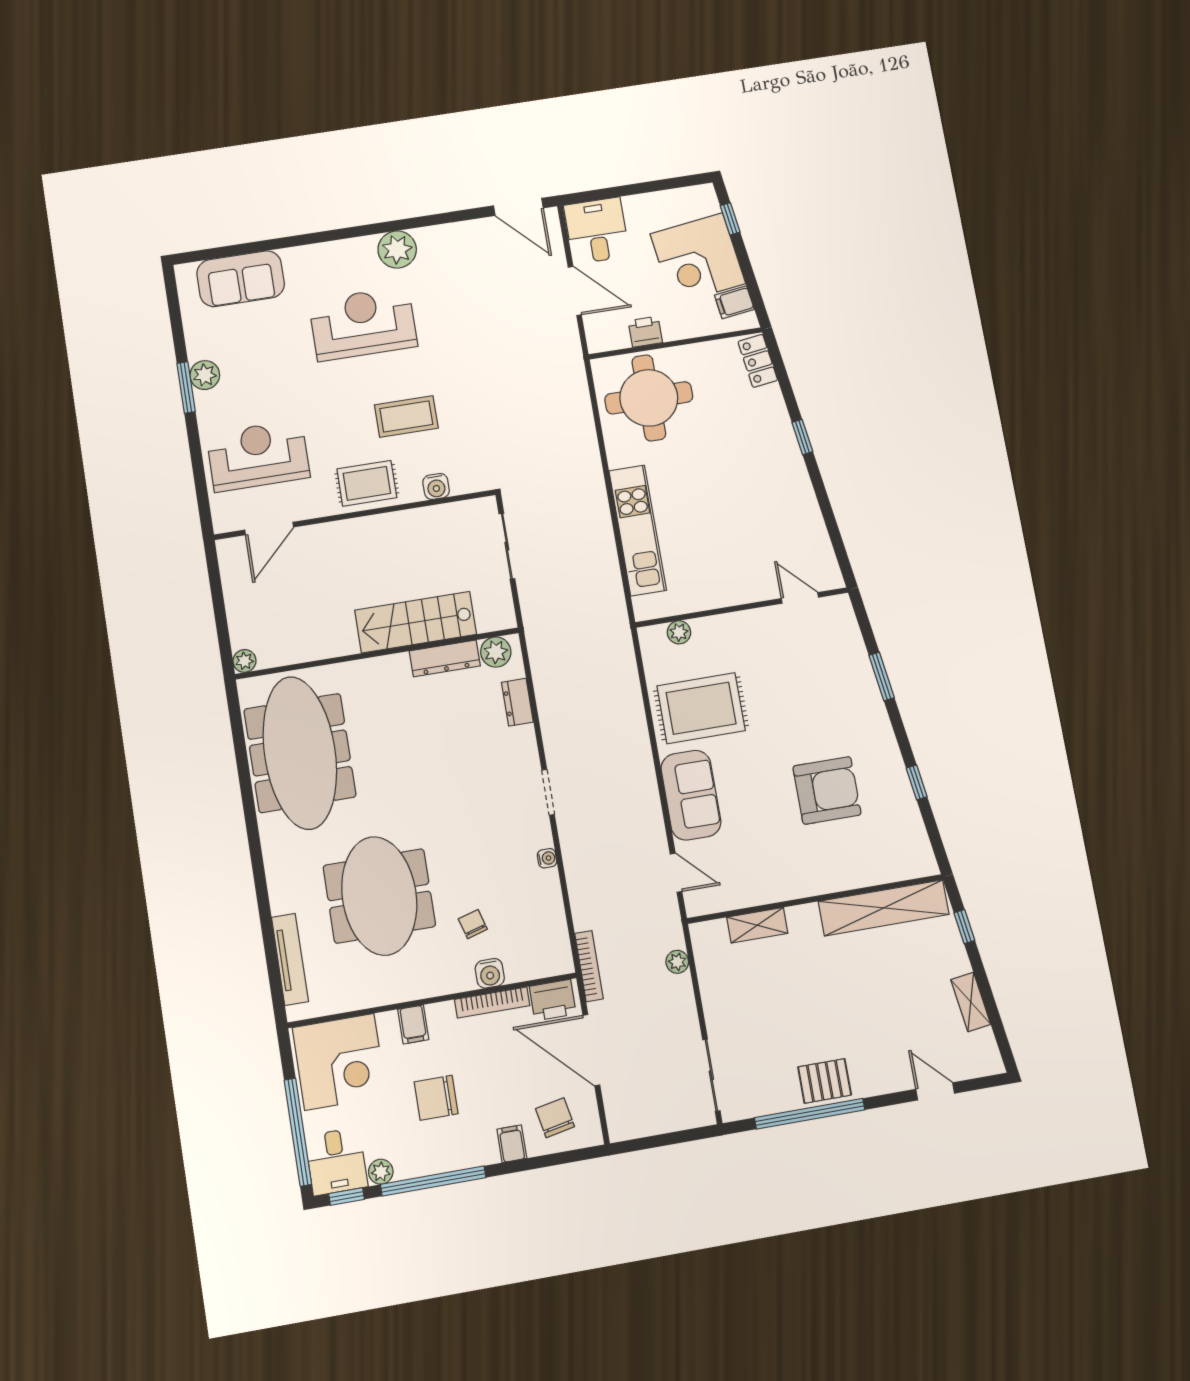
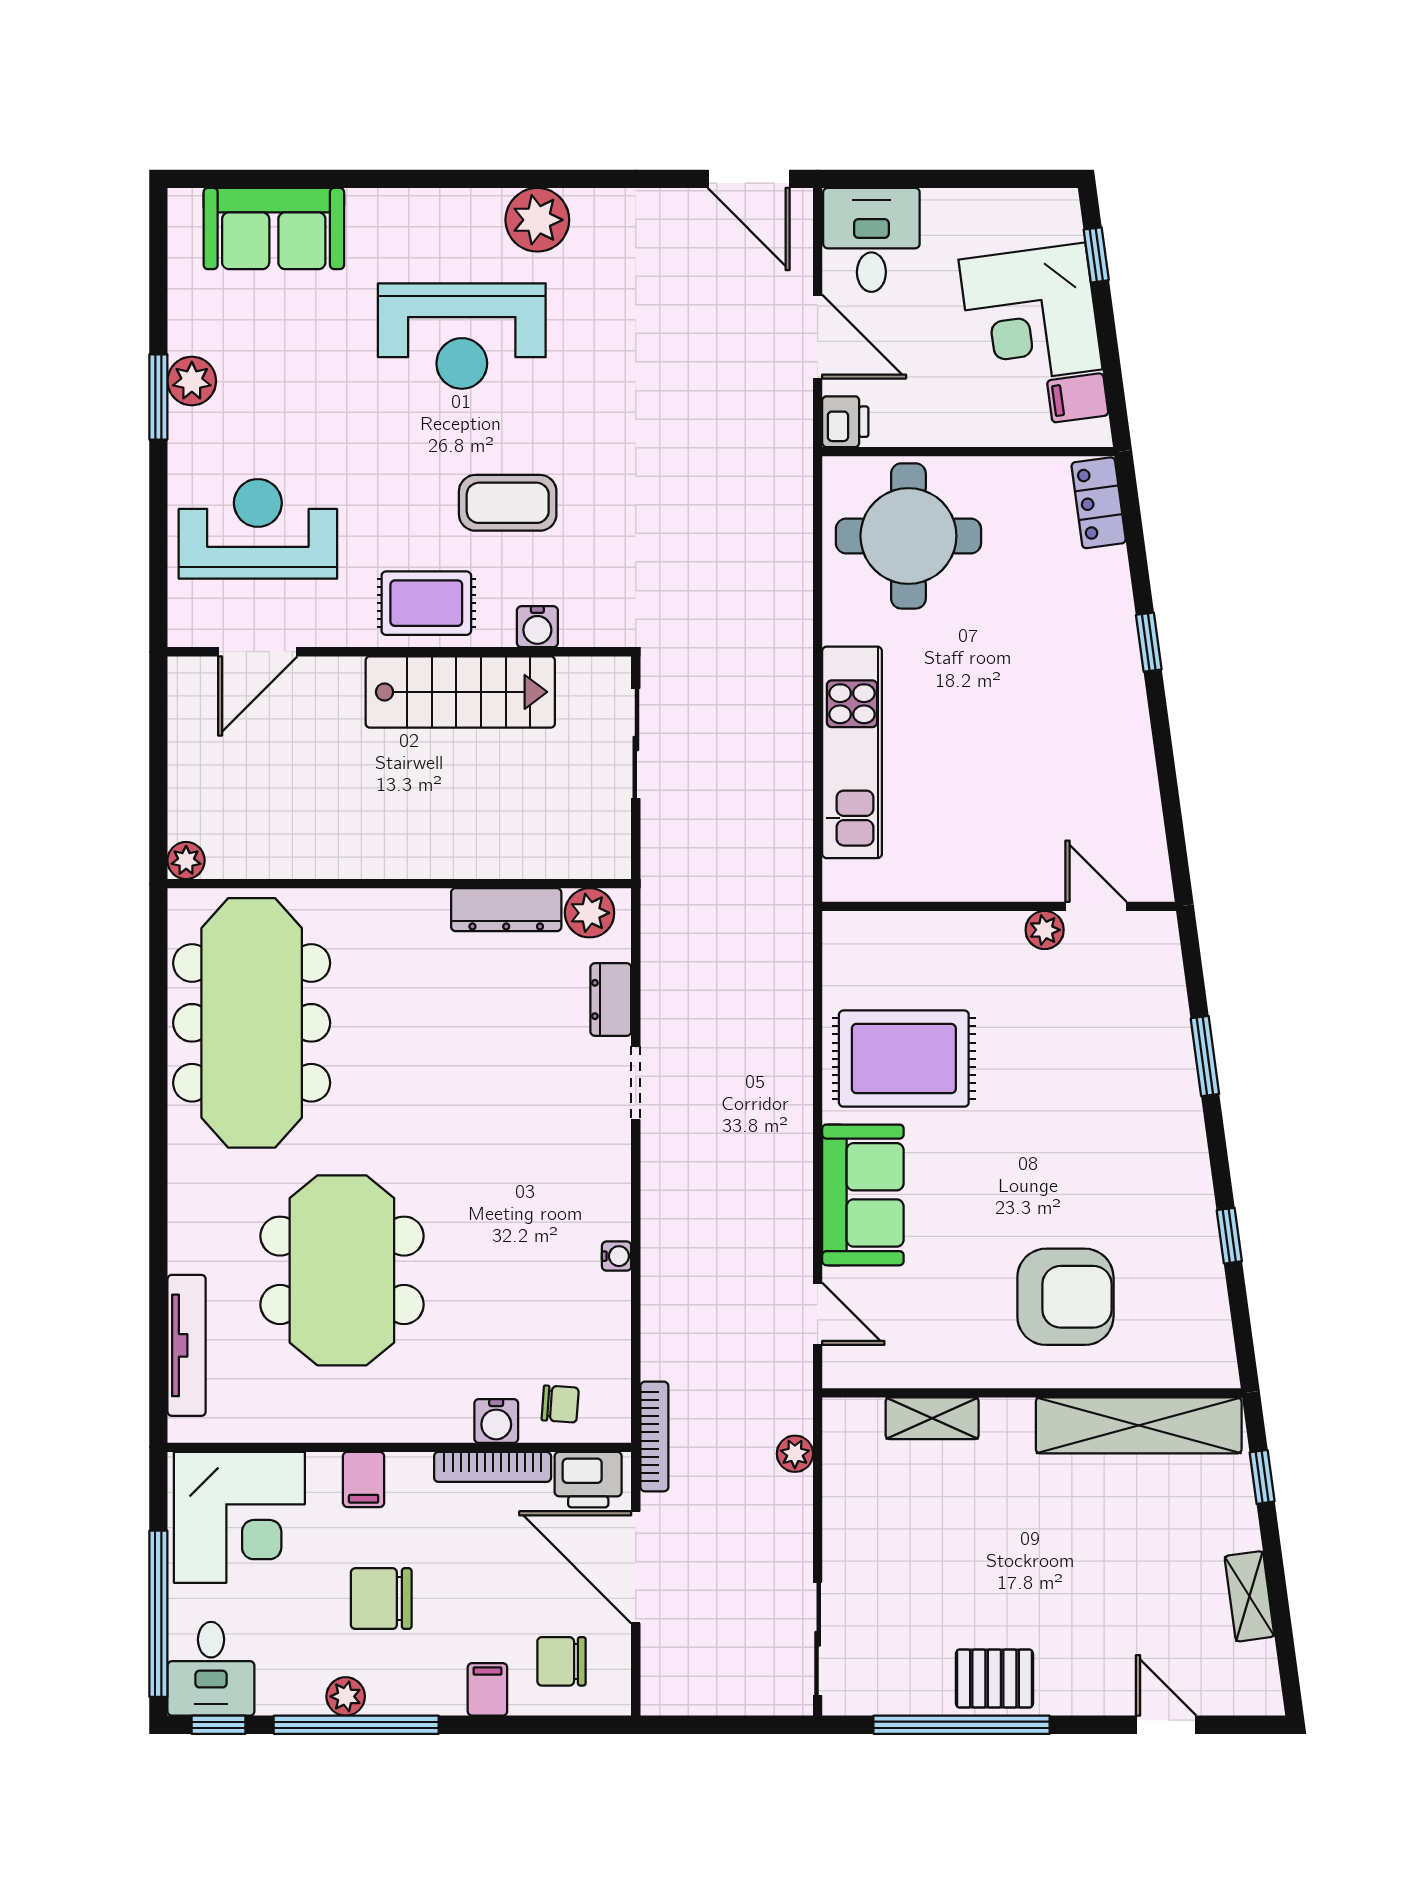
reception desk: (363, 324) -> (462, 336), turned 180
printer: (645, 332) -> (845, 422), moved, turned 90
stairs: (416, 622) -> (460, 692), moved, turned 180
plant: (679, 632) -> (1045, 930), moved
armchair: (827, 790) -> (1065, 1297), moved
doorway: (548, 792) -> (636, 1083), moved
chair: (473, 924) -> (560, 1404), moved, turned 110
chair: (555, 1118) -> (561, 1661), turned -79
plant: (381, 1172) -> (346, 1696), moved

